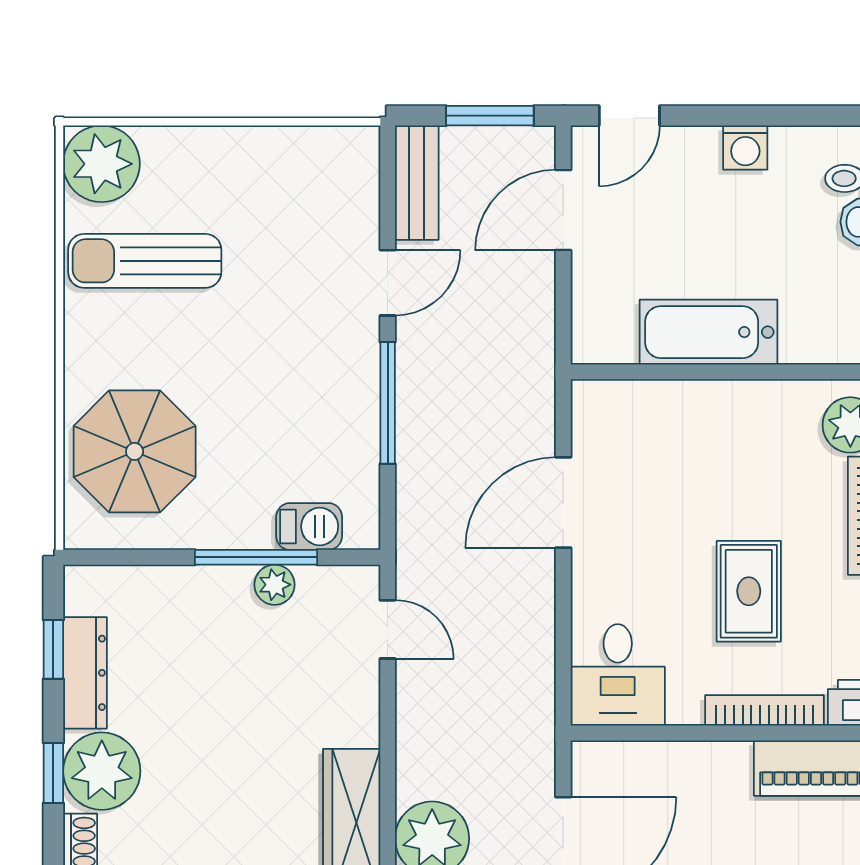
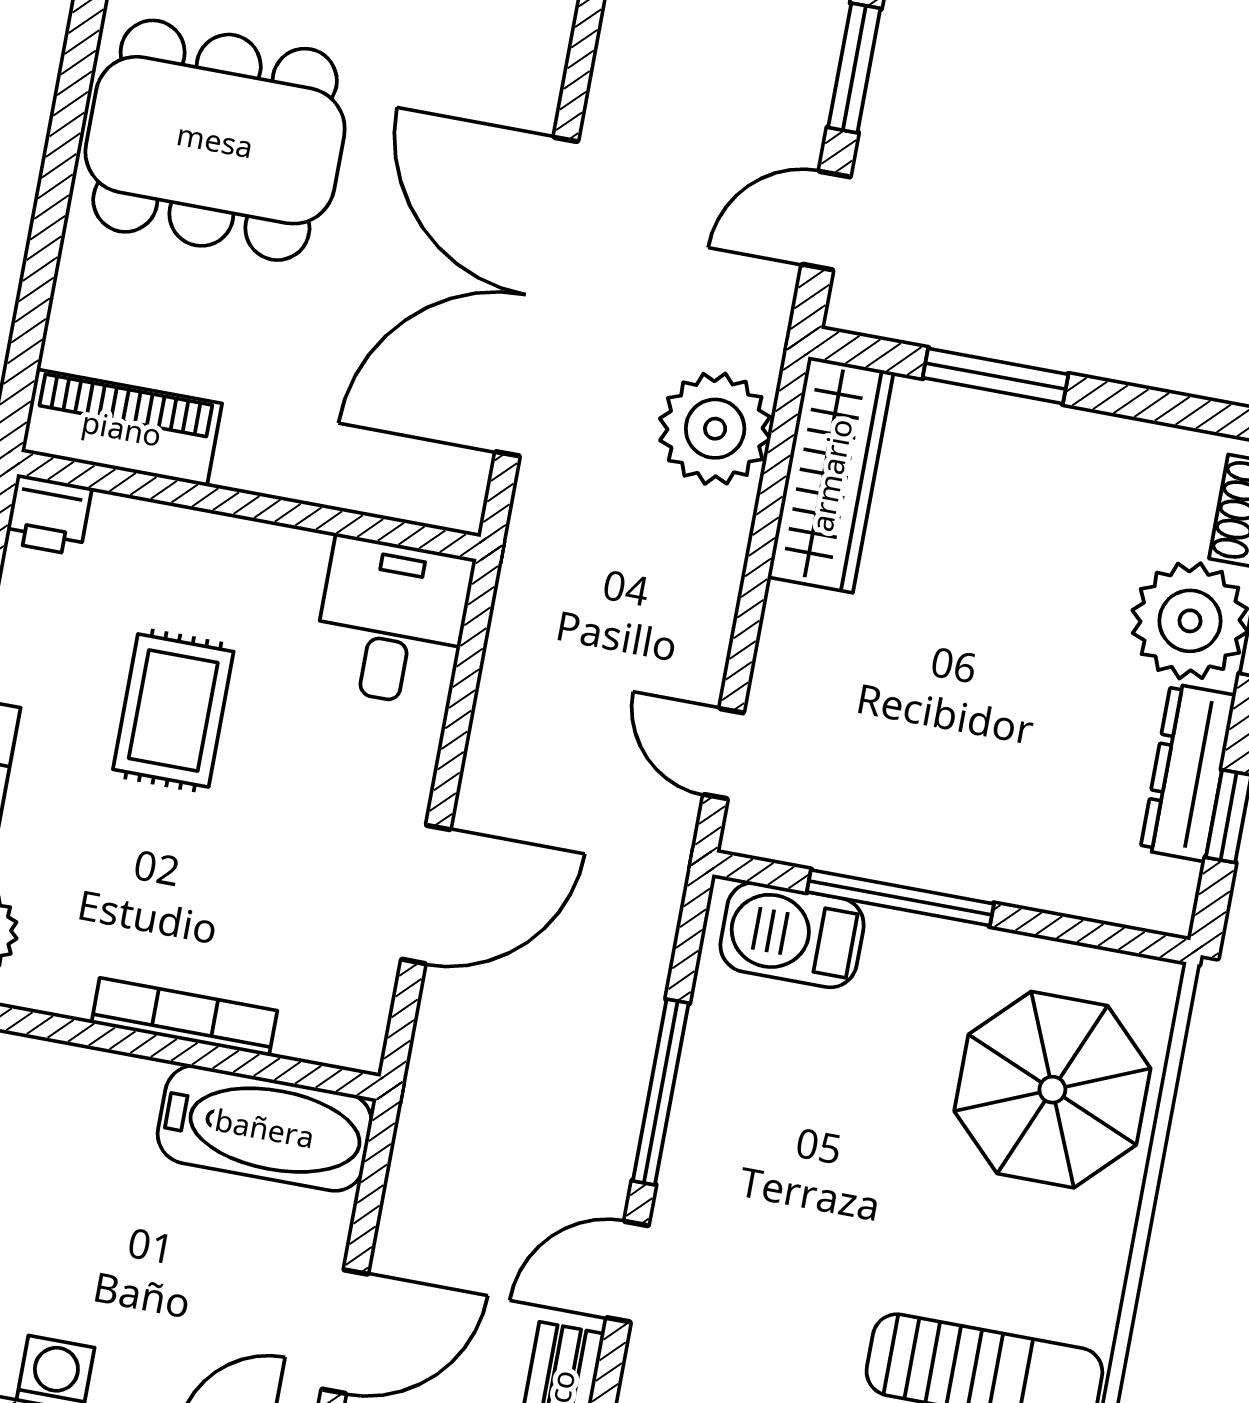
bathtub: (709, 332) -> (265, 1128), moved
barbecue: (309, 527) -> (792, 935), width x1.38, depth x1.27
plant: (275, 585) -> (880, 852), removed
bookcase: (764, 710) -> (184, 1017), moved, turned 180

